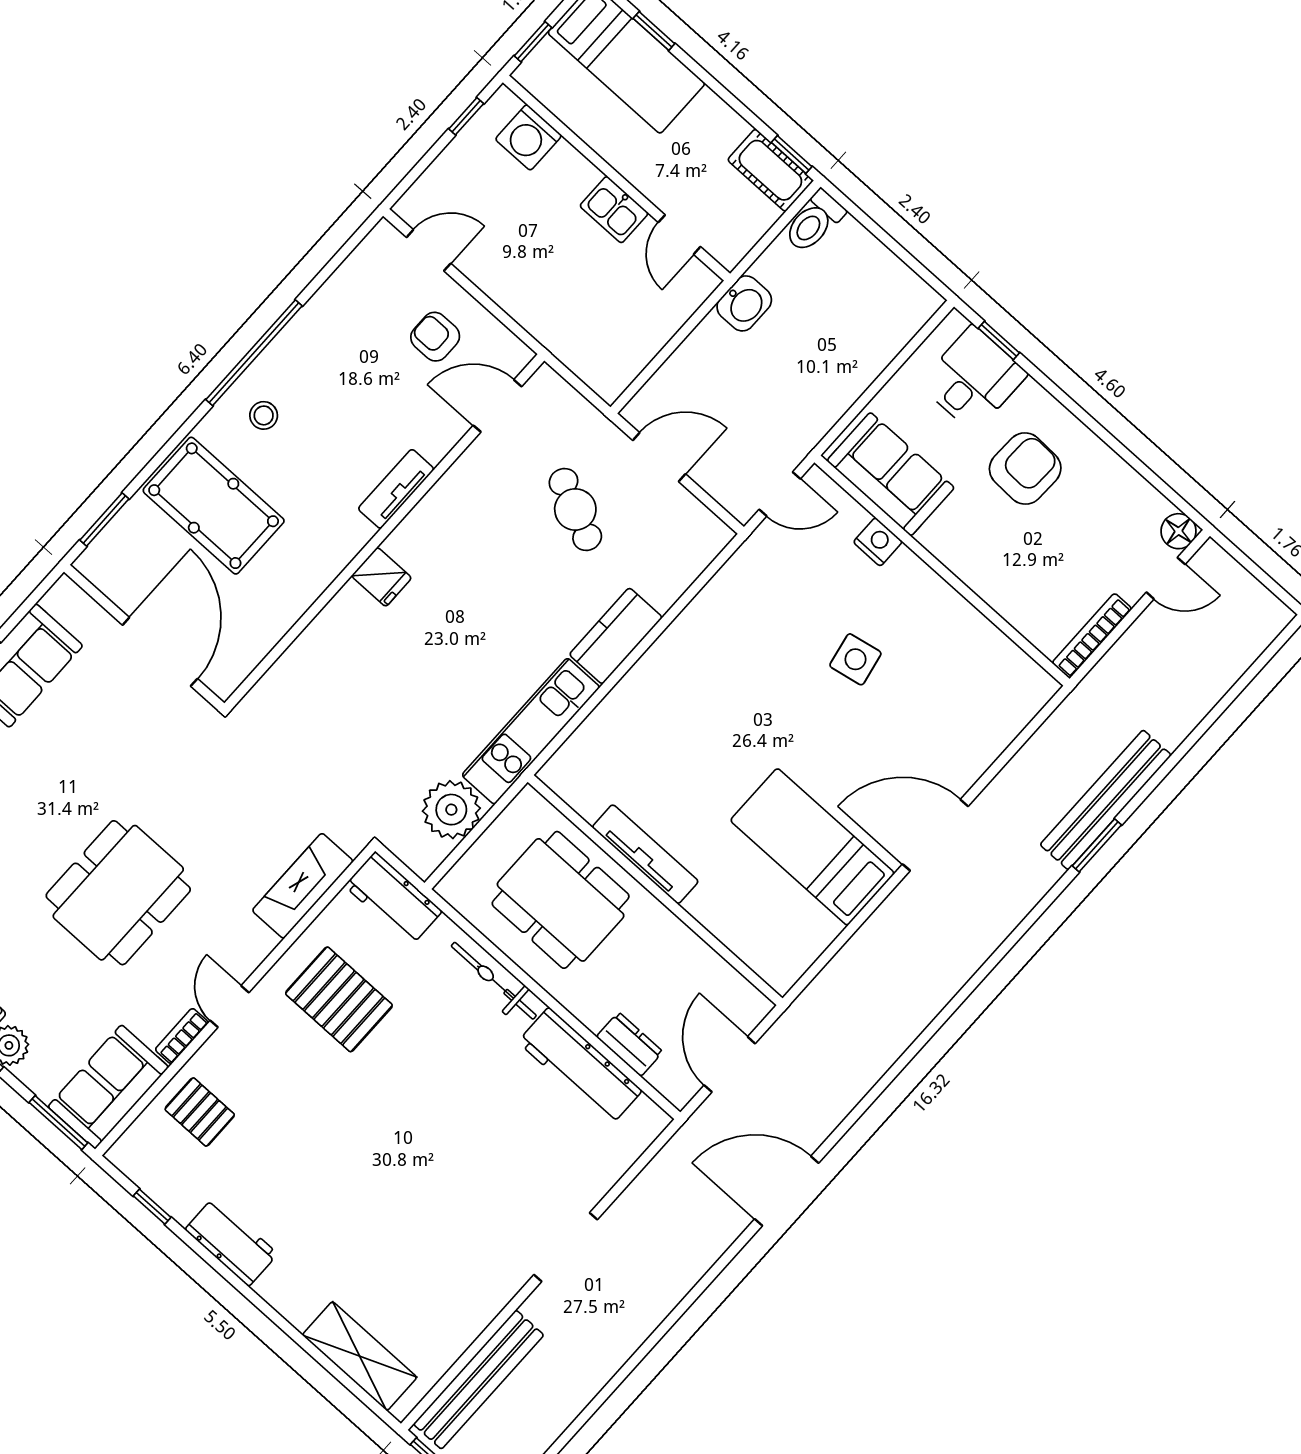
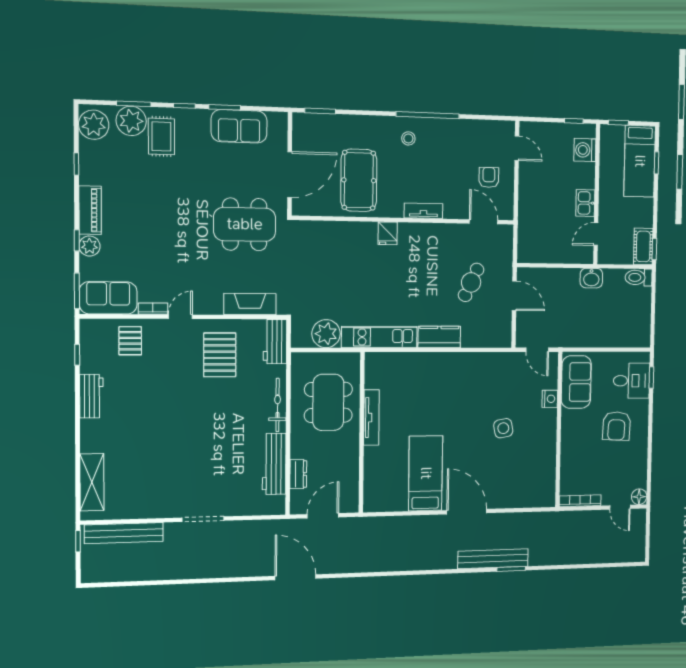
armchair: (1025, 469) -> (617, 426), turned 91
pool table: (214, 506) -> (359, 180), moved
bench: (1106, 800) -> (493, 559), moved
dining table: (118, 893) -> (245, 224), moved

